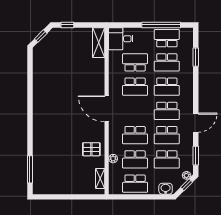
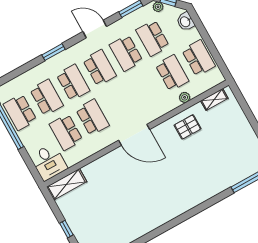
window: (196, 57) -> (54, 52), moved
door: (107, 109) -> (134, 135), hinge flipped
school desk: (135, 135) -> (146, 88), removed
school desk: (167, 135) -> (126, 53), turned 180
pallet: (91, 149) -> (188, 127), turned 90
school desk: (167, 159) -> (153, 38), turned 180

